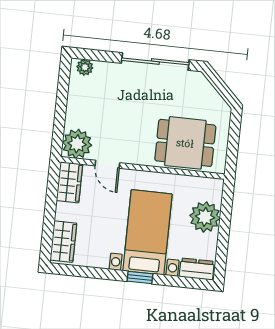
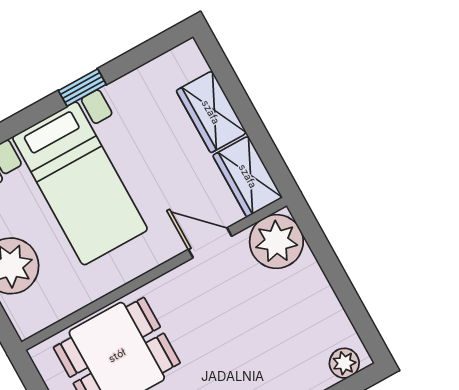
wardrobe: (63, 242) -> (211, 112), moved
window: (140, 278) -> (82, 88), moved

